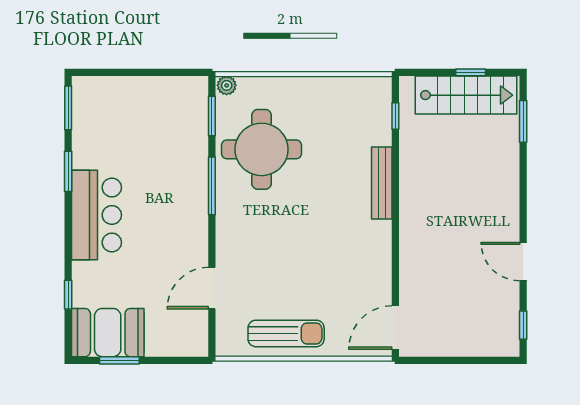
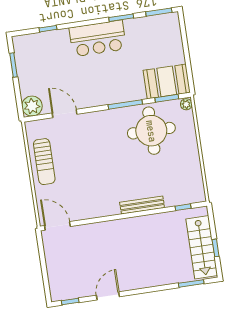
booth: (108, 333) -> (167, 81), moved, turned 90
plant: (192, 340) -> (32, 106), added

